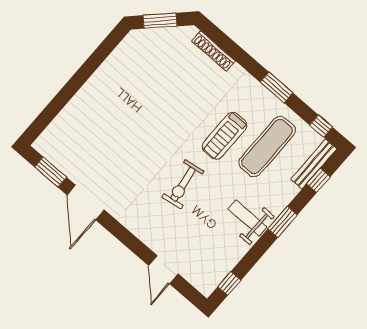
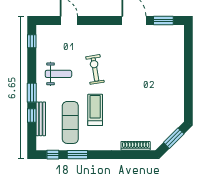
window: (276, 87) -> (77, 155), moved
bench: (314, 164) -> (41, 119), moved
window: (319, 180) -> (32, 116), moved
weight bench: (247, 218) -> (58, 74), moved

